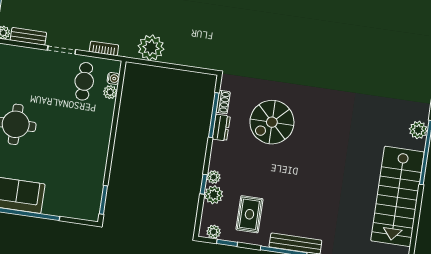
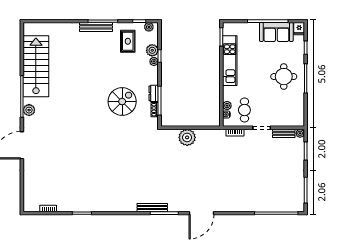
plant: (151, 48) -> (187, 137), moved
kitchen unit: (96, 161) -> (230, 61), added

